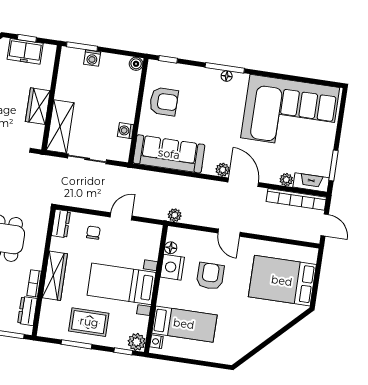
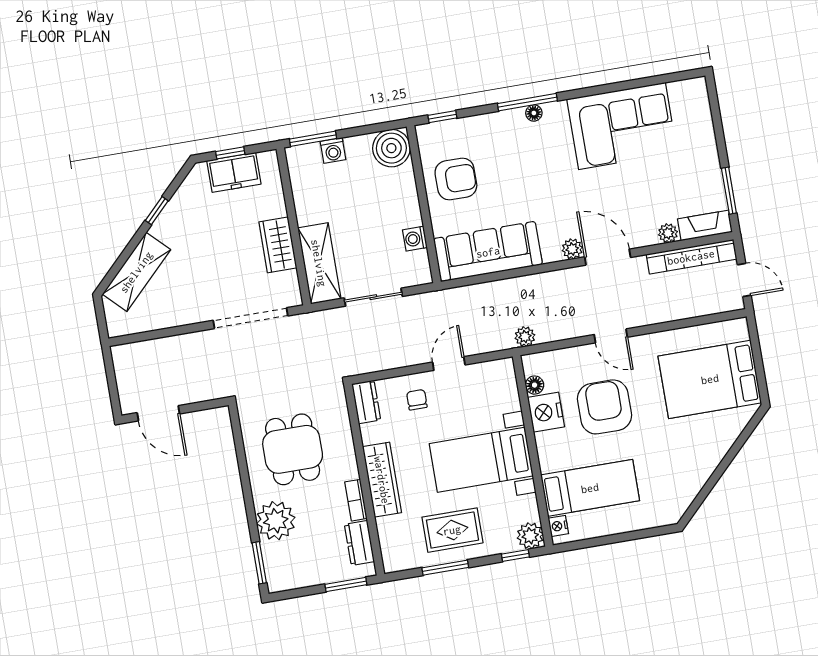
boiler: (136, 64) -> (391, 148), width x1.86, depth x1.86
corner sofa: (290, 113) -> (622, 126), width x0.73, depth x0.74
armchair: (210, 276) -> (605, 407), width x1.36, depth x1.36

